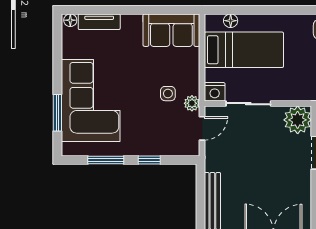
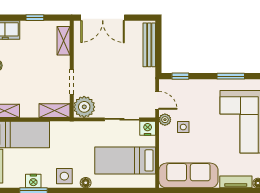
floor lamp: (231, 21) -> (86, 183), moved
sofa: (171, 30) -> (188, 175), width x1.36
door: (202, 128) -> (157, 100), swing flipped
window: (149, 160) -> (180, 76), moved

